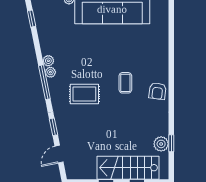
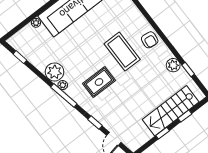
plant: (48, 61) -> (55, 72), width x1.87, depth x1.87
coffee table: (125, 83) -> (122, 52), width x1.86, depth x1.72
plant: (161, 144) -> (173, 65), moved

